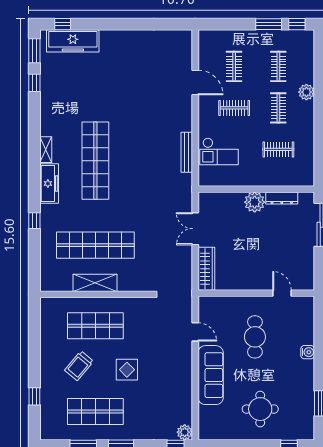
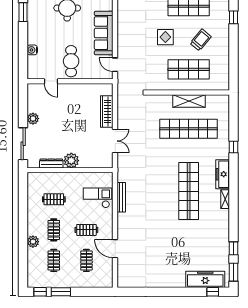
plant: (307, 259) -> (33, 119), added
wall: (256, 293) -> (70, 81), moved
door: (282, 293) -> (51, 81), moved

